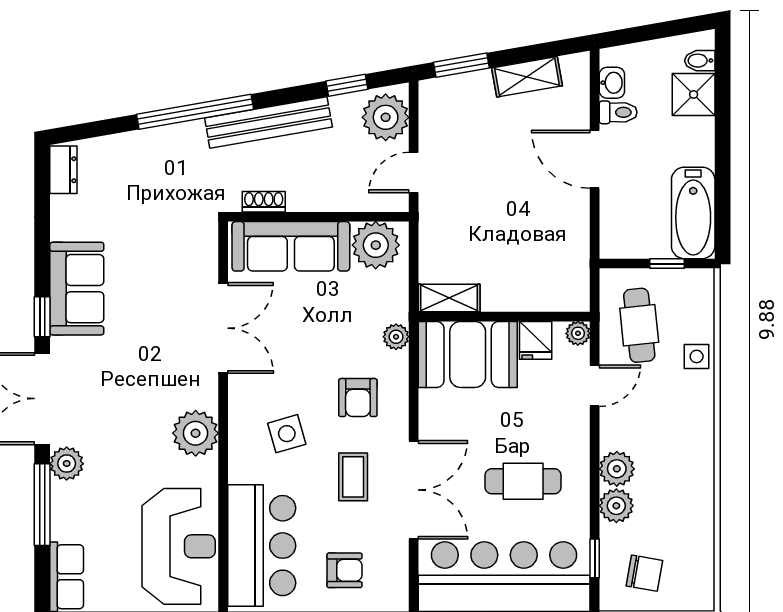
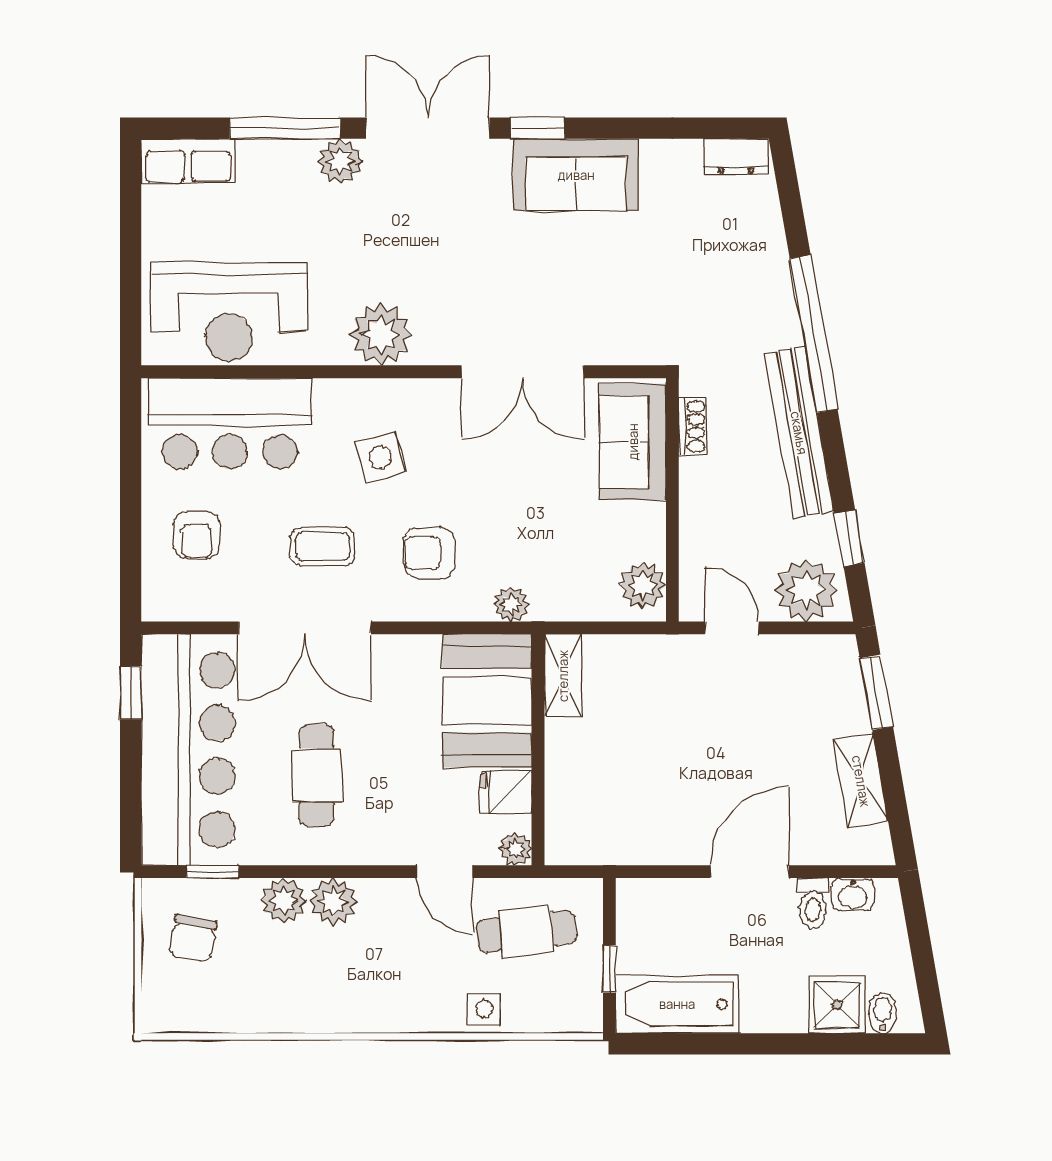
plant: (376, 245) -> (643, 586), width x0.73, depth x0.73
sofa: (291, 246) -> (633, 442), width x0.73

